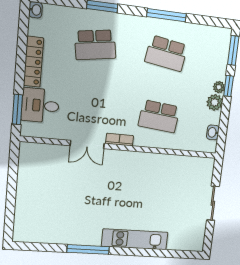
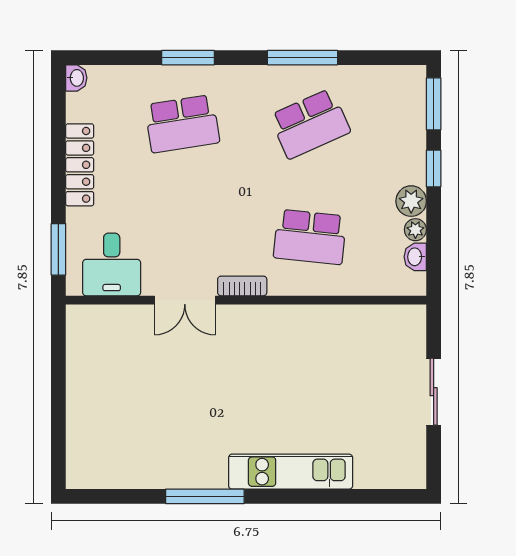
school desk: (166, 53) -> (310, 124), turned -33
plant: (219, 87) -> (415, 230), moved
desk: (40, 105) -> (112, 264), moved, turned -90

